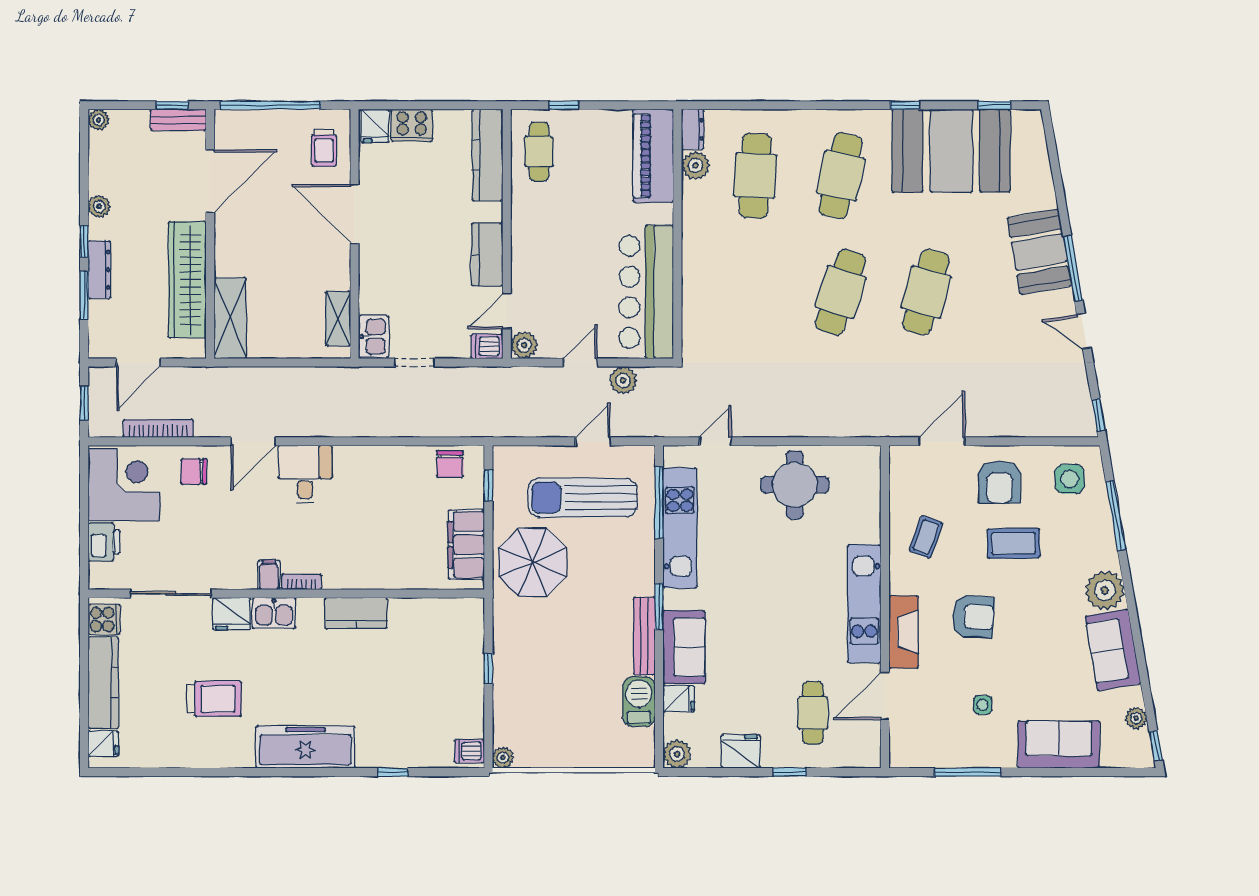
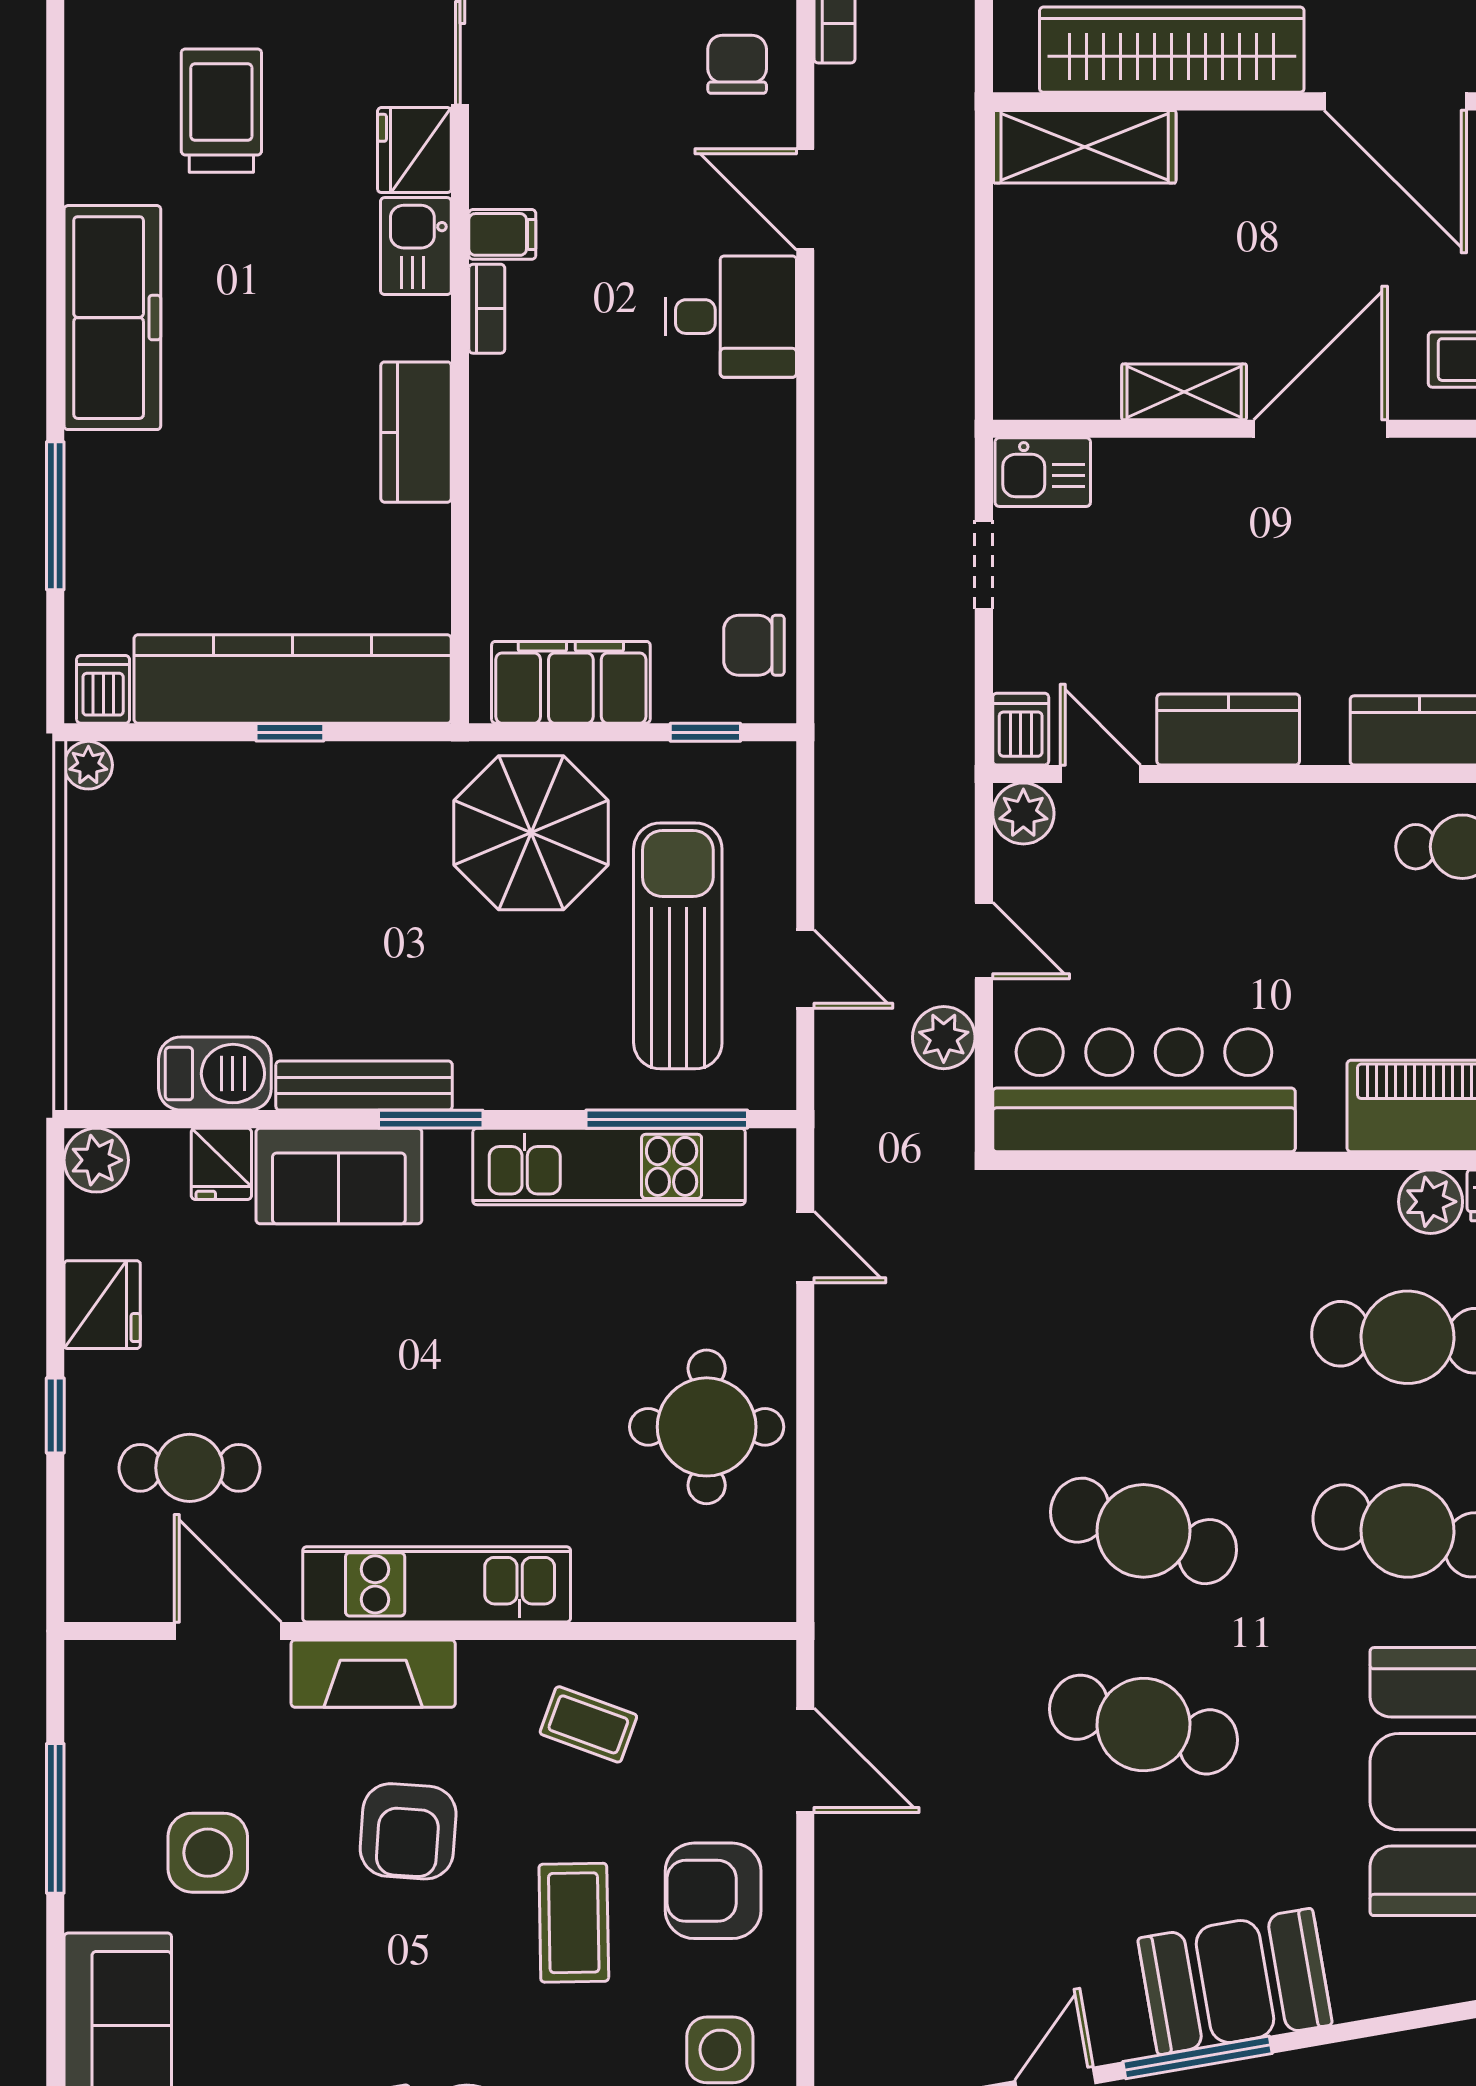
shelving: (338, 318) -> (1184, 392), moved
kitchen counter: (465, 667) -> (293, 679), added
trolley: (214, 699) -> (221, 111), turned 180
side table: (983, 705) -> (208, 1853), width x1.87, depth x1.87
window: (393, 772) -> (55, 516), width x2.17

